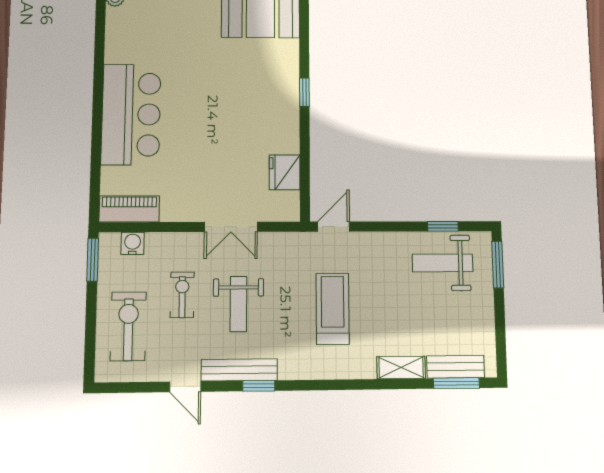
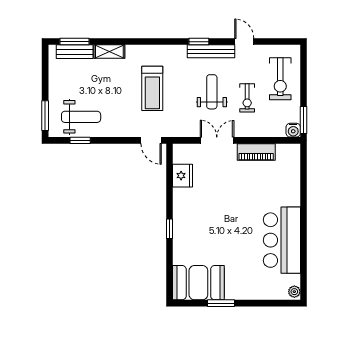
bar counter: (131, 114) -> (282, 240), moved
piano: (129, 209) -> (256, 152), moved
door: (334, 227) -> (151, 140), hinge flipped
water cooler: (133, 243) -> (293, 130), moved

